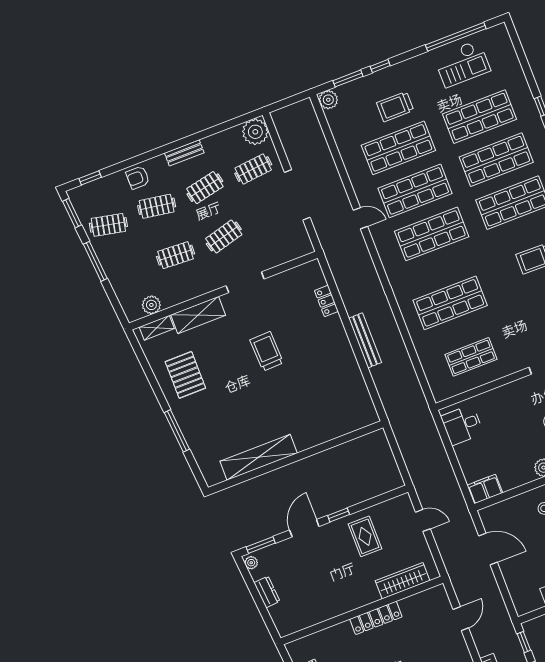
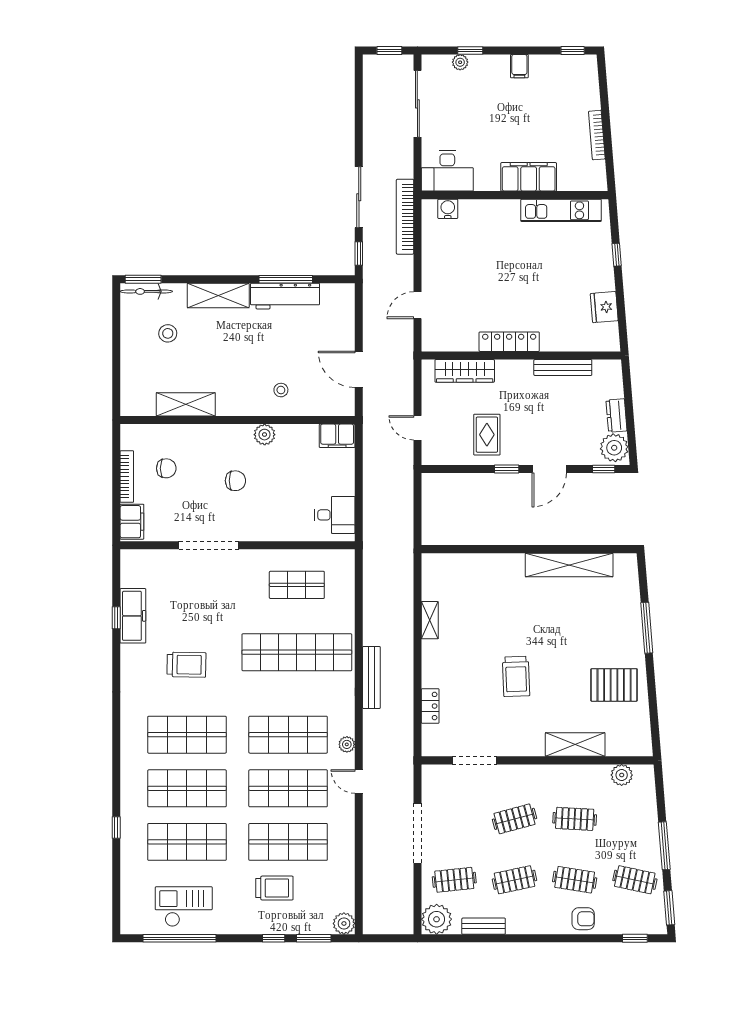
bench: (184, 153) -> (484, 926), moved
plant: (381, 244) -> (347, 744), added
doorway: (245, 282) -> (475, 760), moved
shop shelf: (450, 303) -> (297, 652), width x1.40
shelving: (157, 328) -> (430, 620), moved, turned 90
bench: (365, 340) -> (371, 677), moved
pallet: (185, 375) -> (614, 685), turned 90
window: (261, 545) -> (604, 469), width x0.67
plant: (251, 563) -> (614, 448), width x1.88, depth x1.88
bench: (325, 614) -> (563, 367), added

